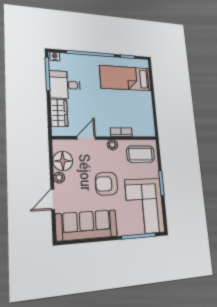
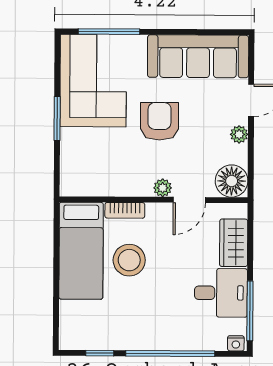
bed: (126, 78) -> (81, 251), moved, turned 90
stool: (117, 105) -> (129, 260), added
plant: (112, 145) -> (163, 188), moved
coffee table: (141, 154) -> (92, 171), removed
floor lamp: (63, 161) -> (232, 181), moved
armchair: (106, 184) -> (159, 121), turned -90

